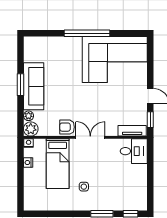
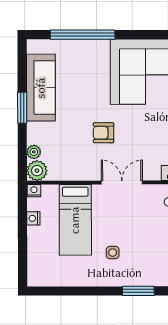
window: (87, 33) -> (83, 35), moved
sofa: (34, 86) -> (41, 88), moved
armchair: (67, 127) -> (103, 133), moved

